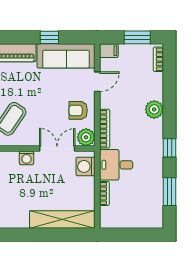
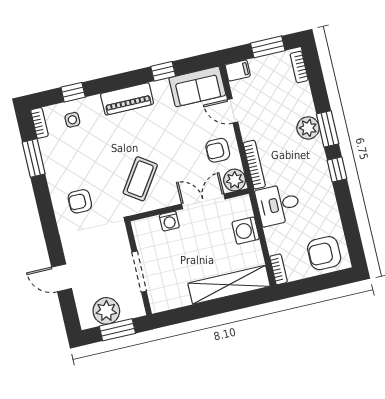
sofa: (66, 56) -> (197, 87), width x0.73
door: (97, 82) -> (233, 111), swing flipped
washing machine: (85, 166) -> (246, 231), moved
window: (169, 192) -> (328, 129), moved
bookcase: (104, 193) -> (278, 269), moved
armchair: (144, 212) -> (324, 253), added

